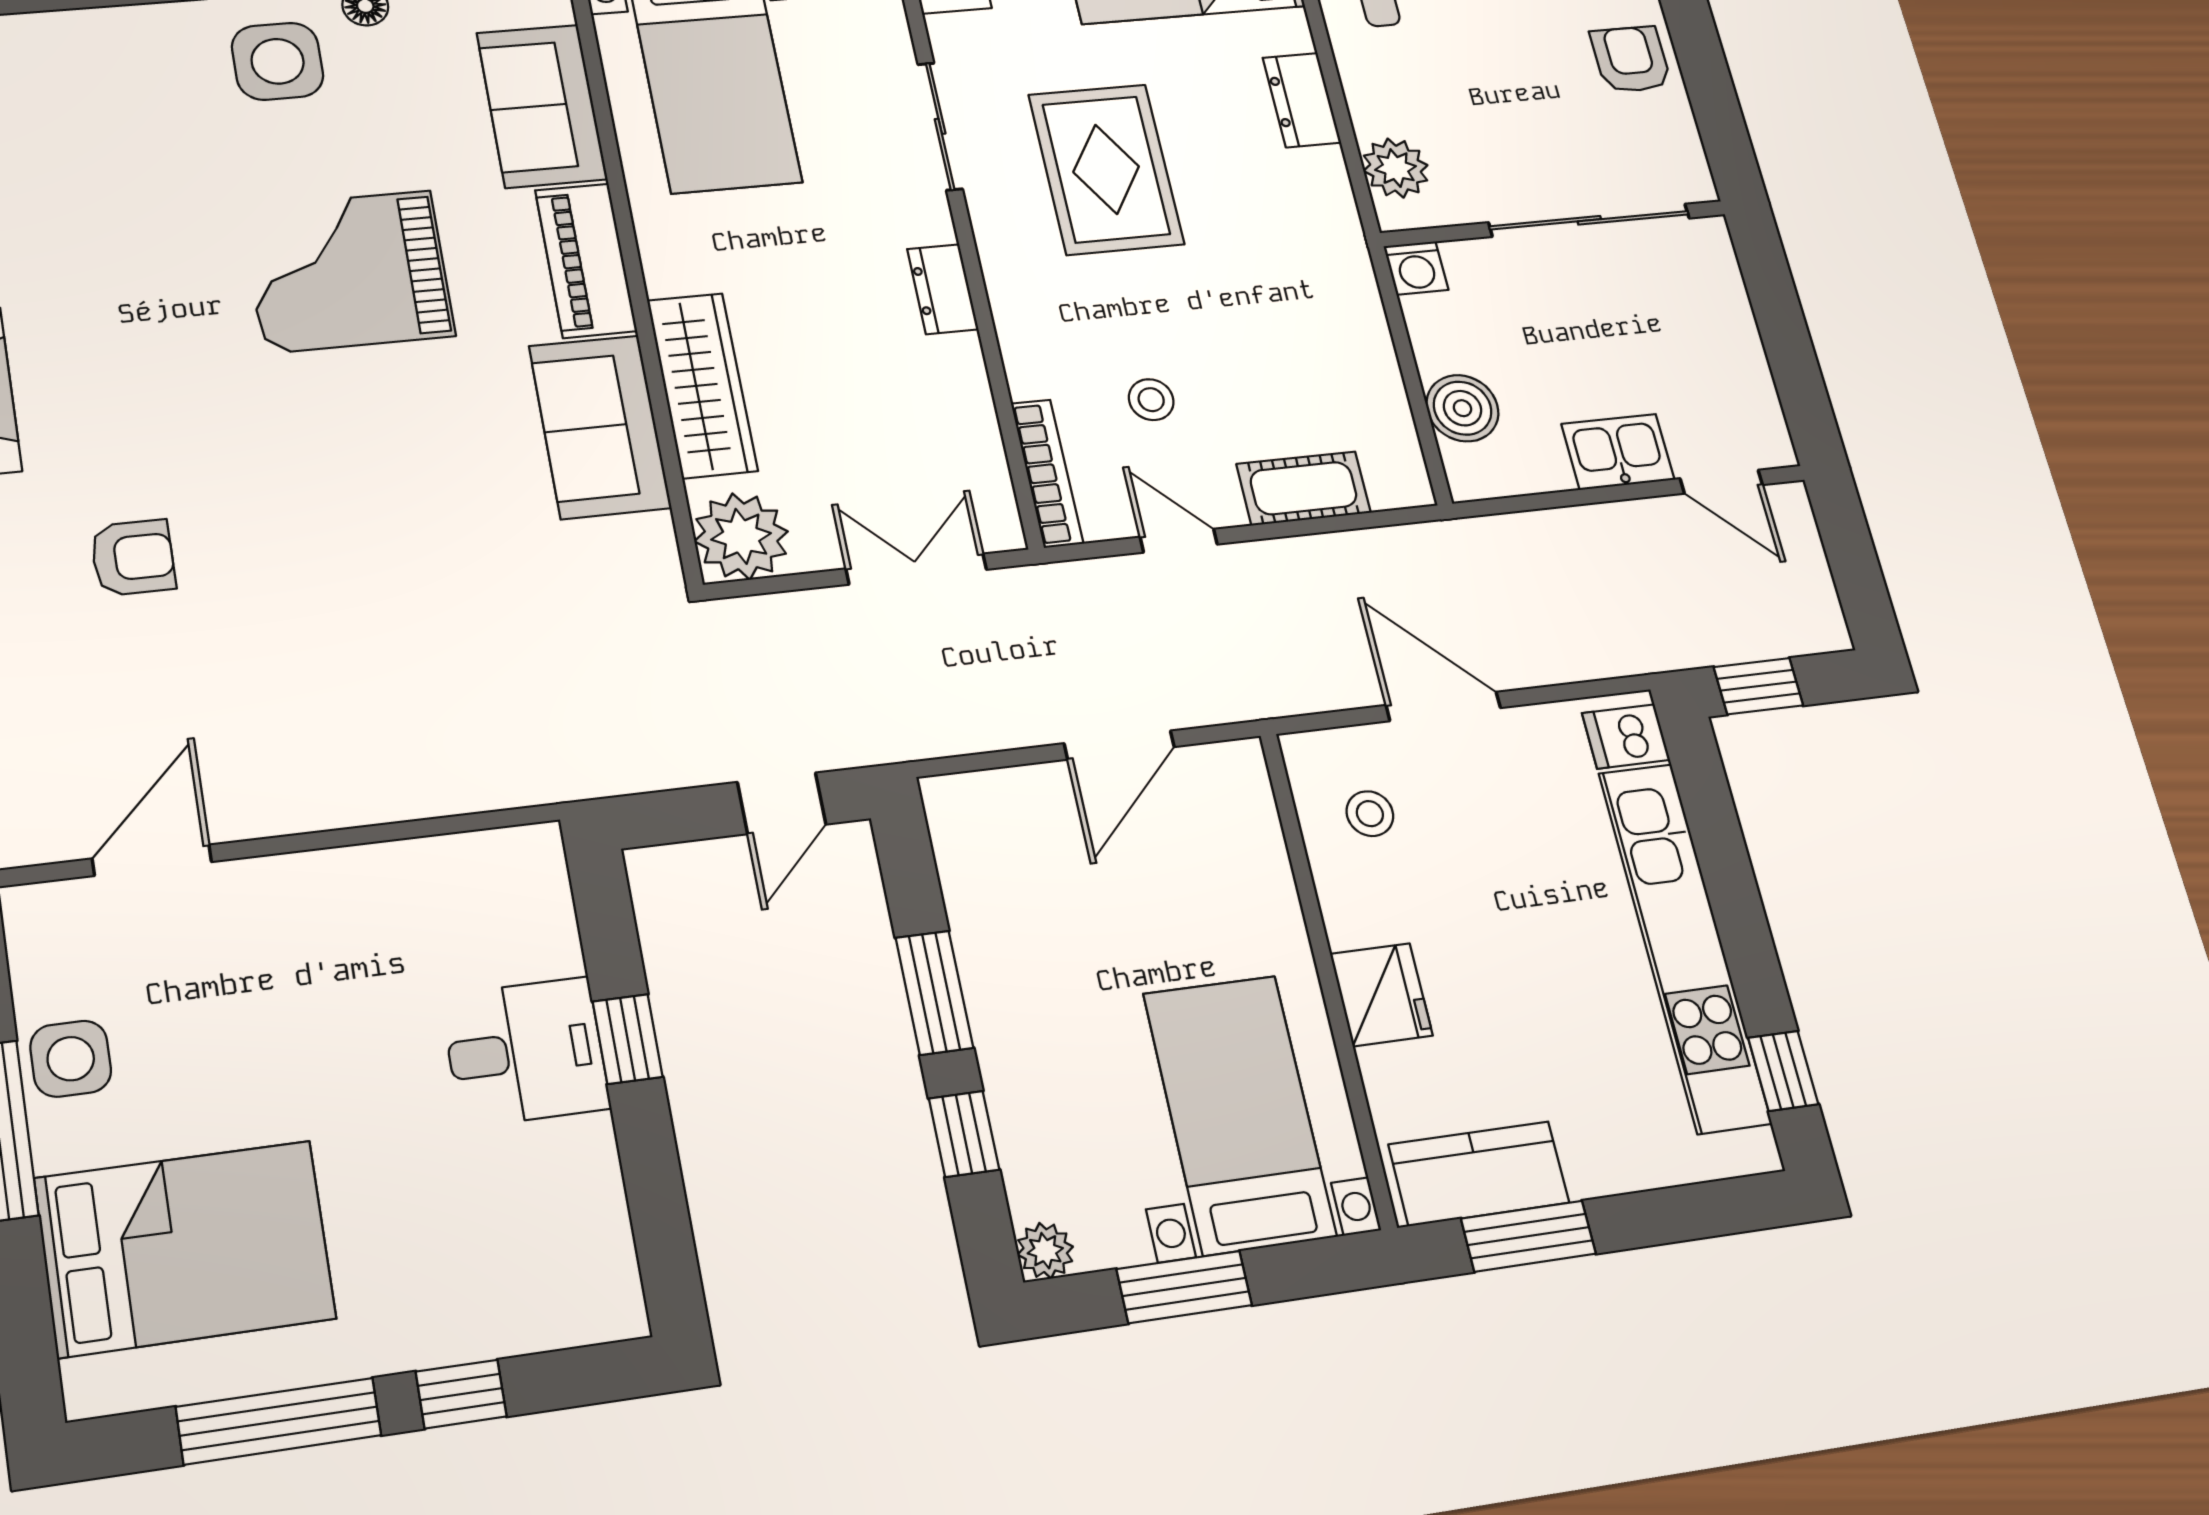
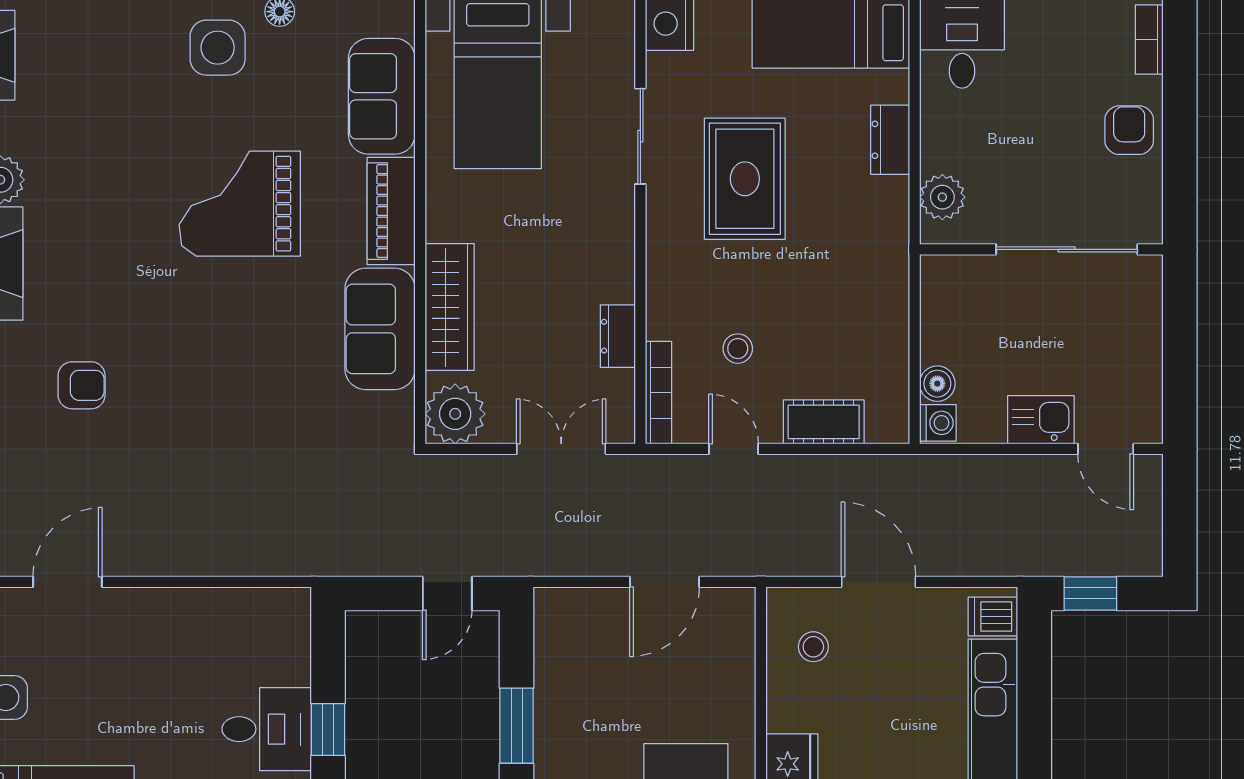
washing machine: (1416, 268) -> (938, 423), moved, turned -90
dresser: (943, 289) -> (618, 336), moved
boiler: (1462, 408) -> (937, 384), width x0.73, depth x0.73

